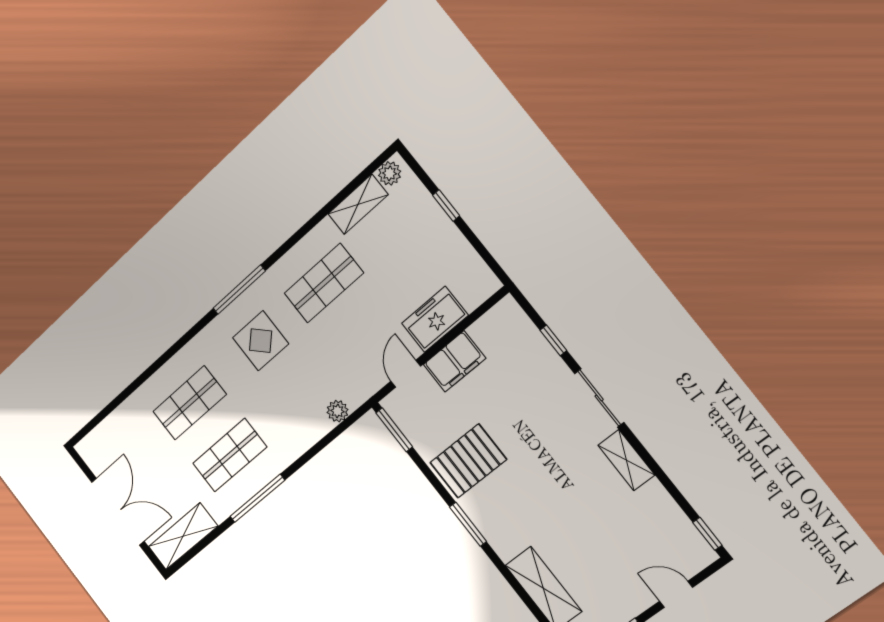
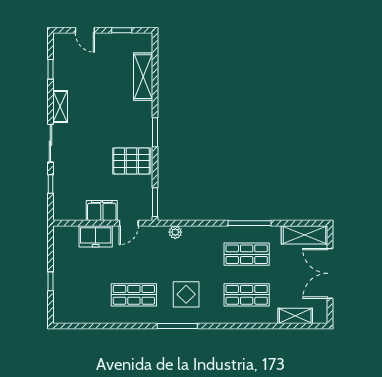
plant: (390, 173) -> (64, 317), removed
shelving: (358, 204) -> (295, 316), moved
window: (707, 534) -> (50, 69), moved

